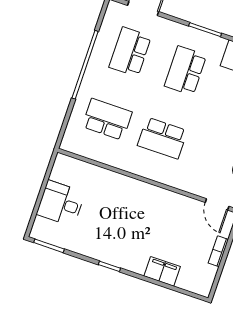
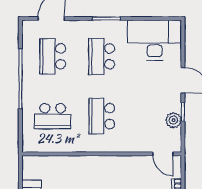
school desk: (107, 119) -> (53, 116), turned 180
school desk: (162, 138) -> (102, 116), turned 90

